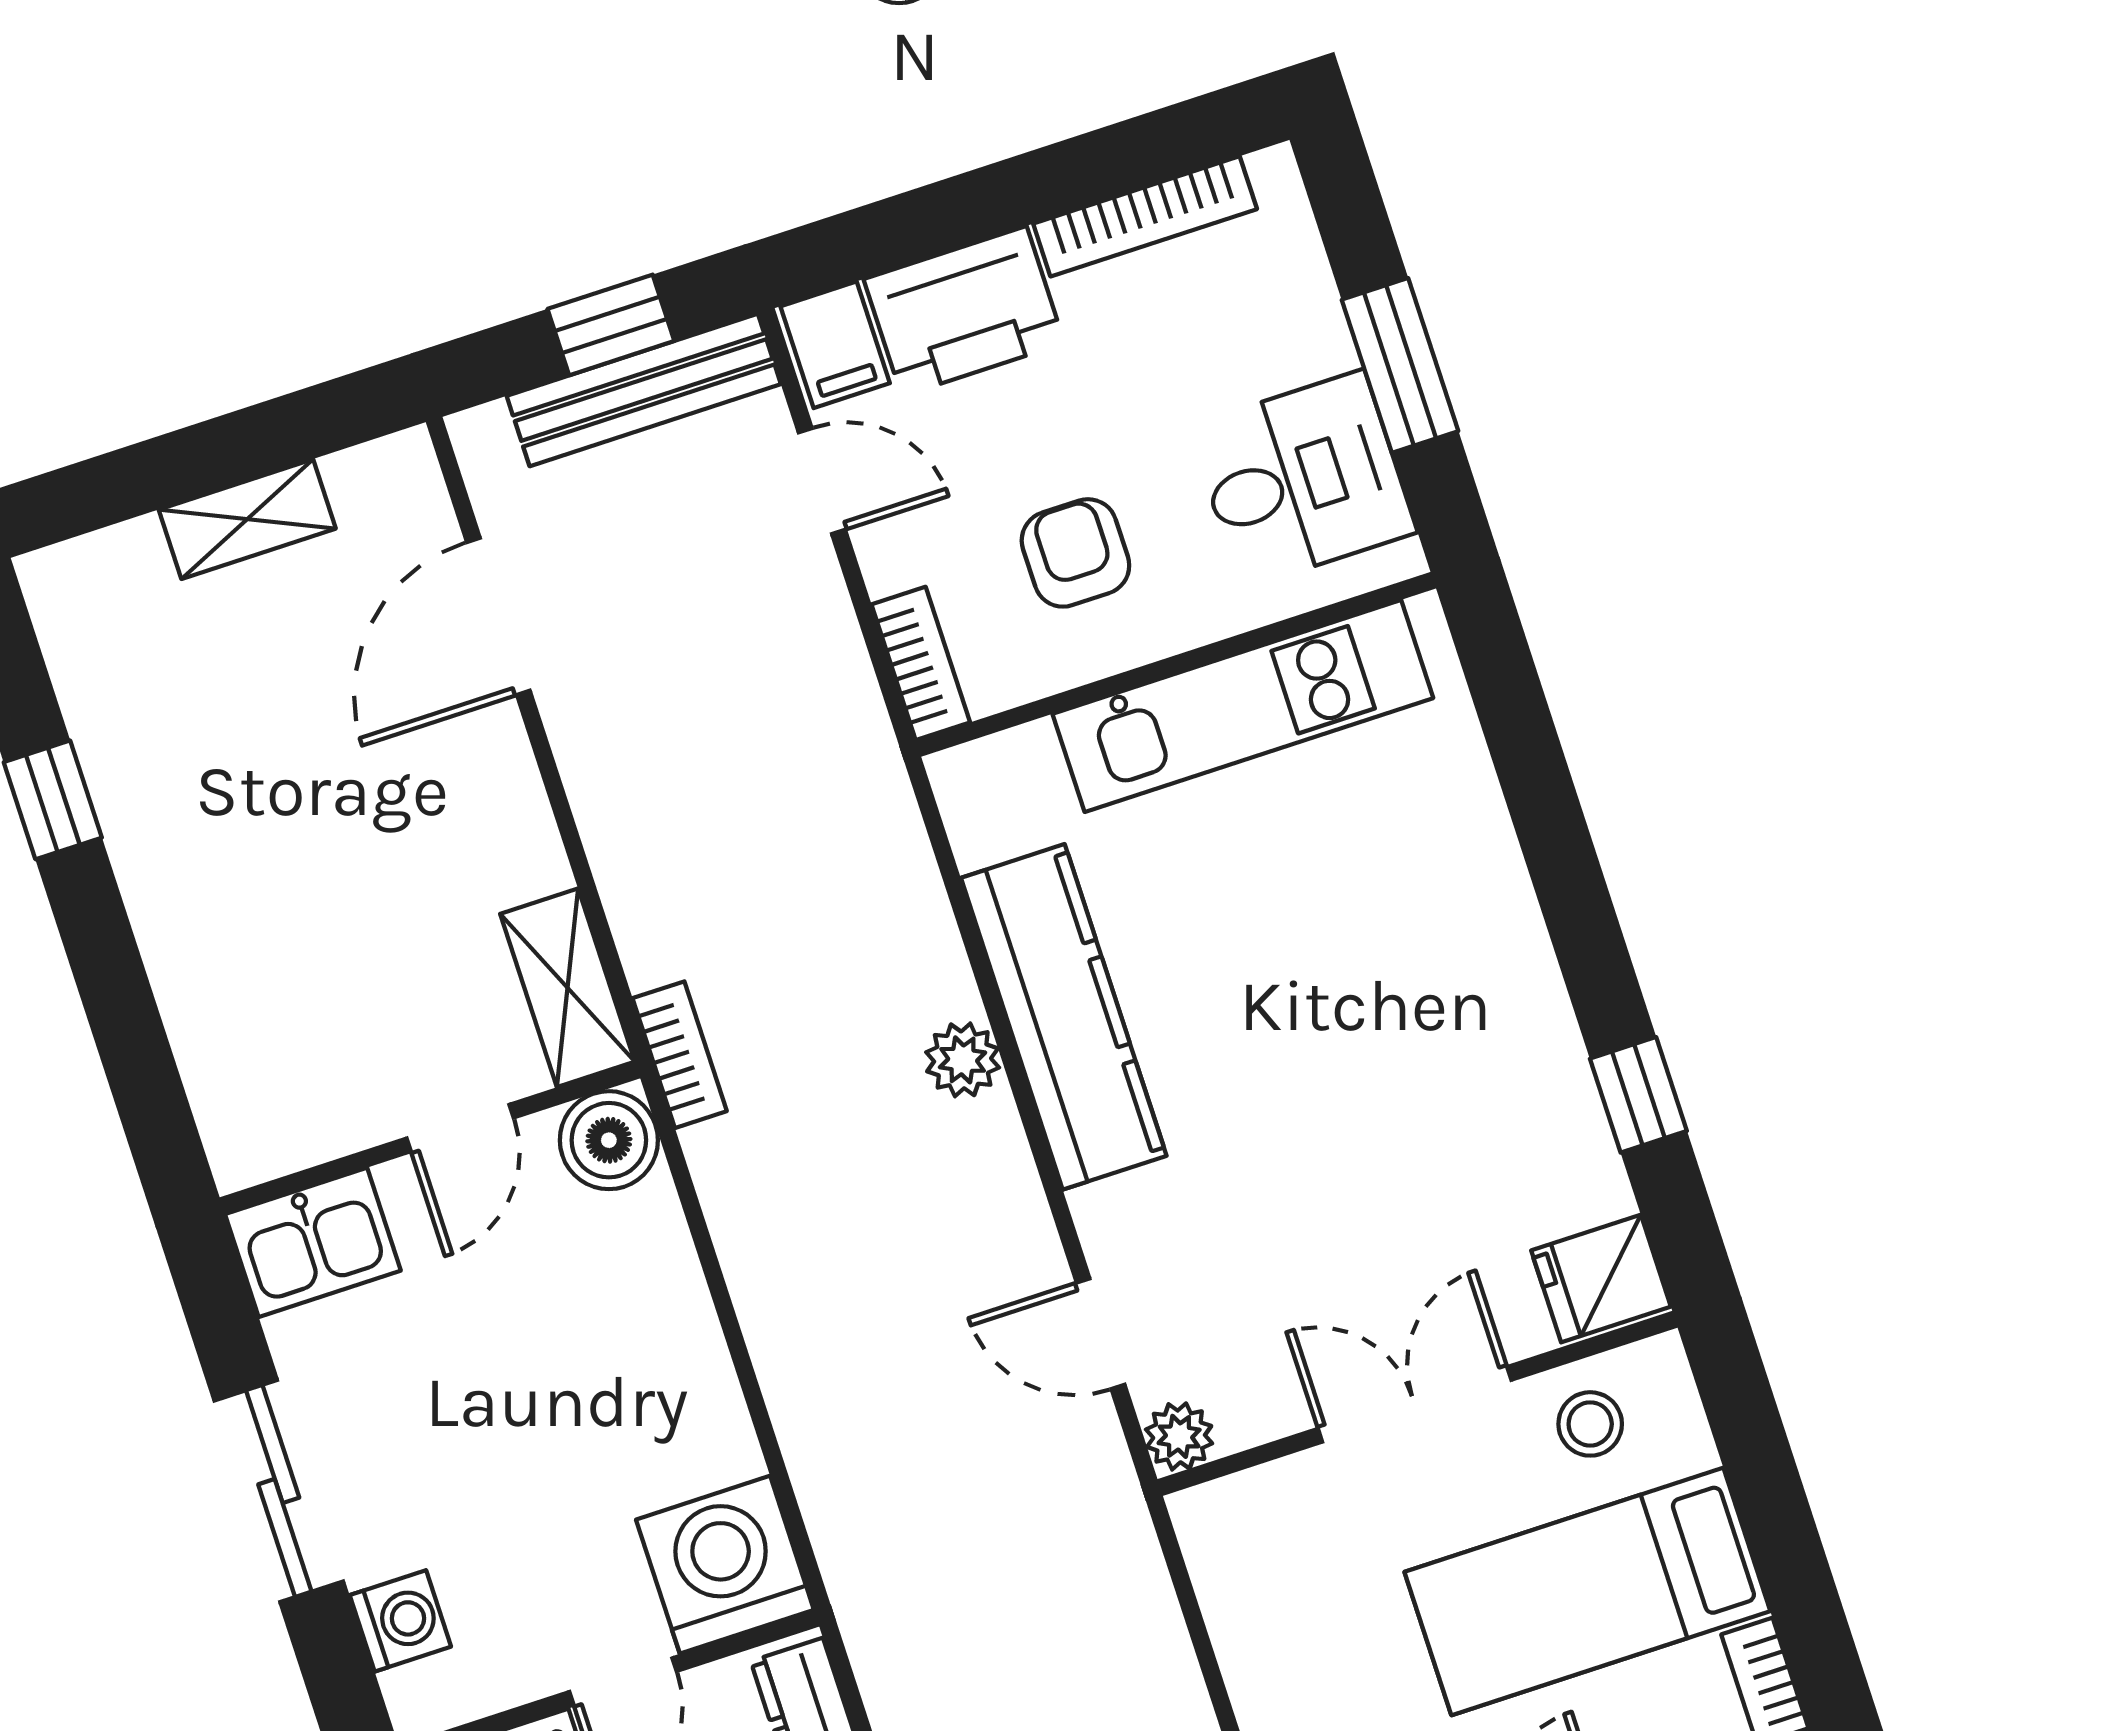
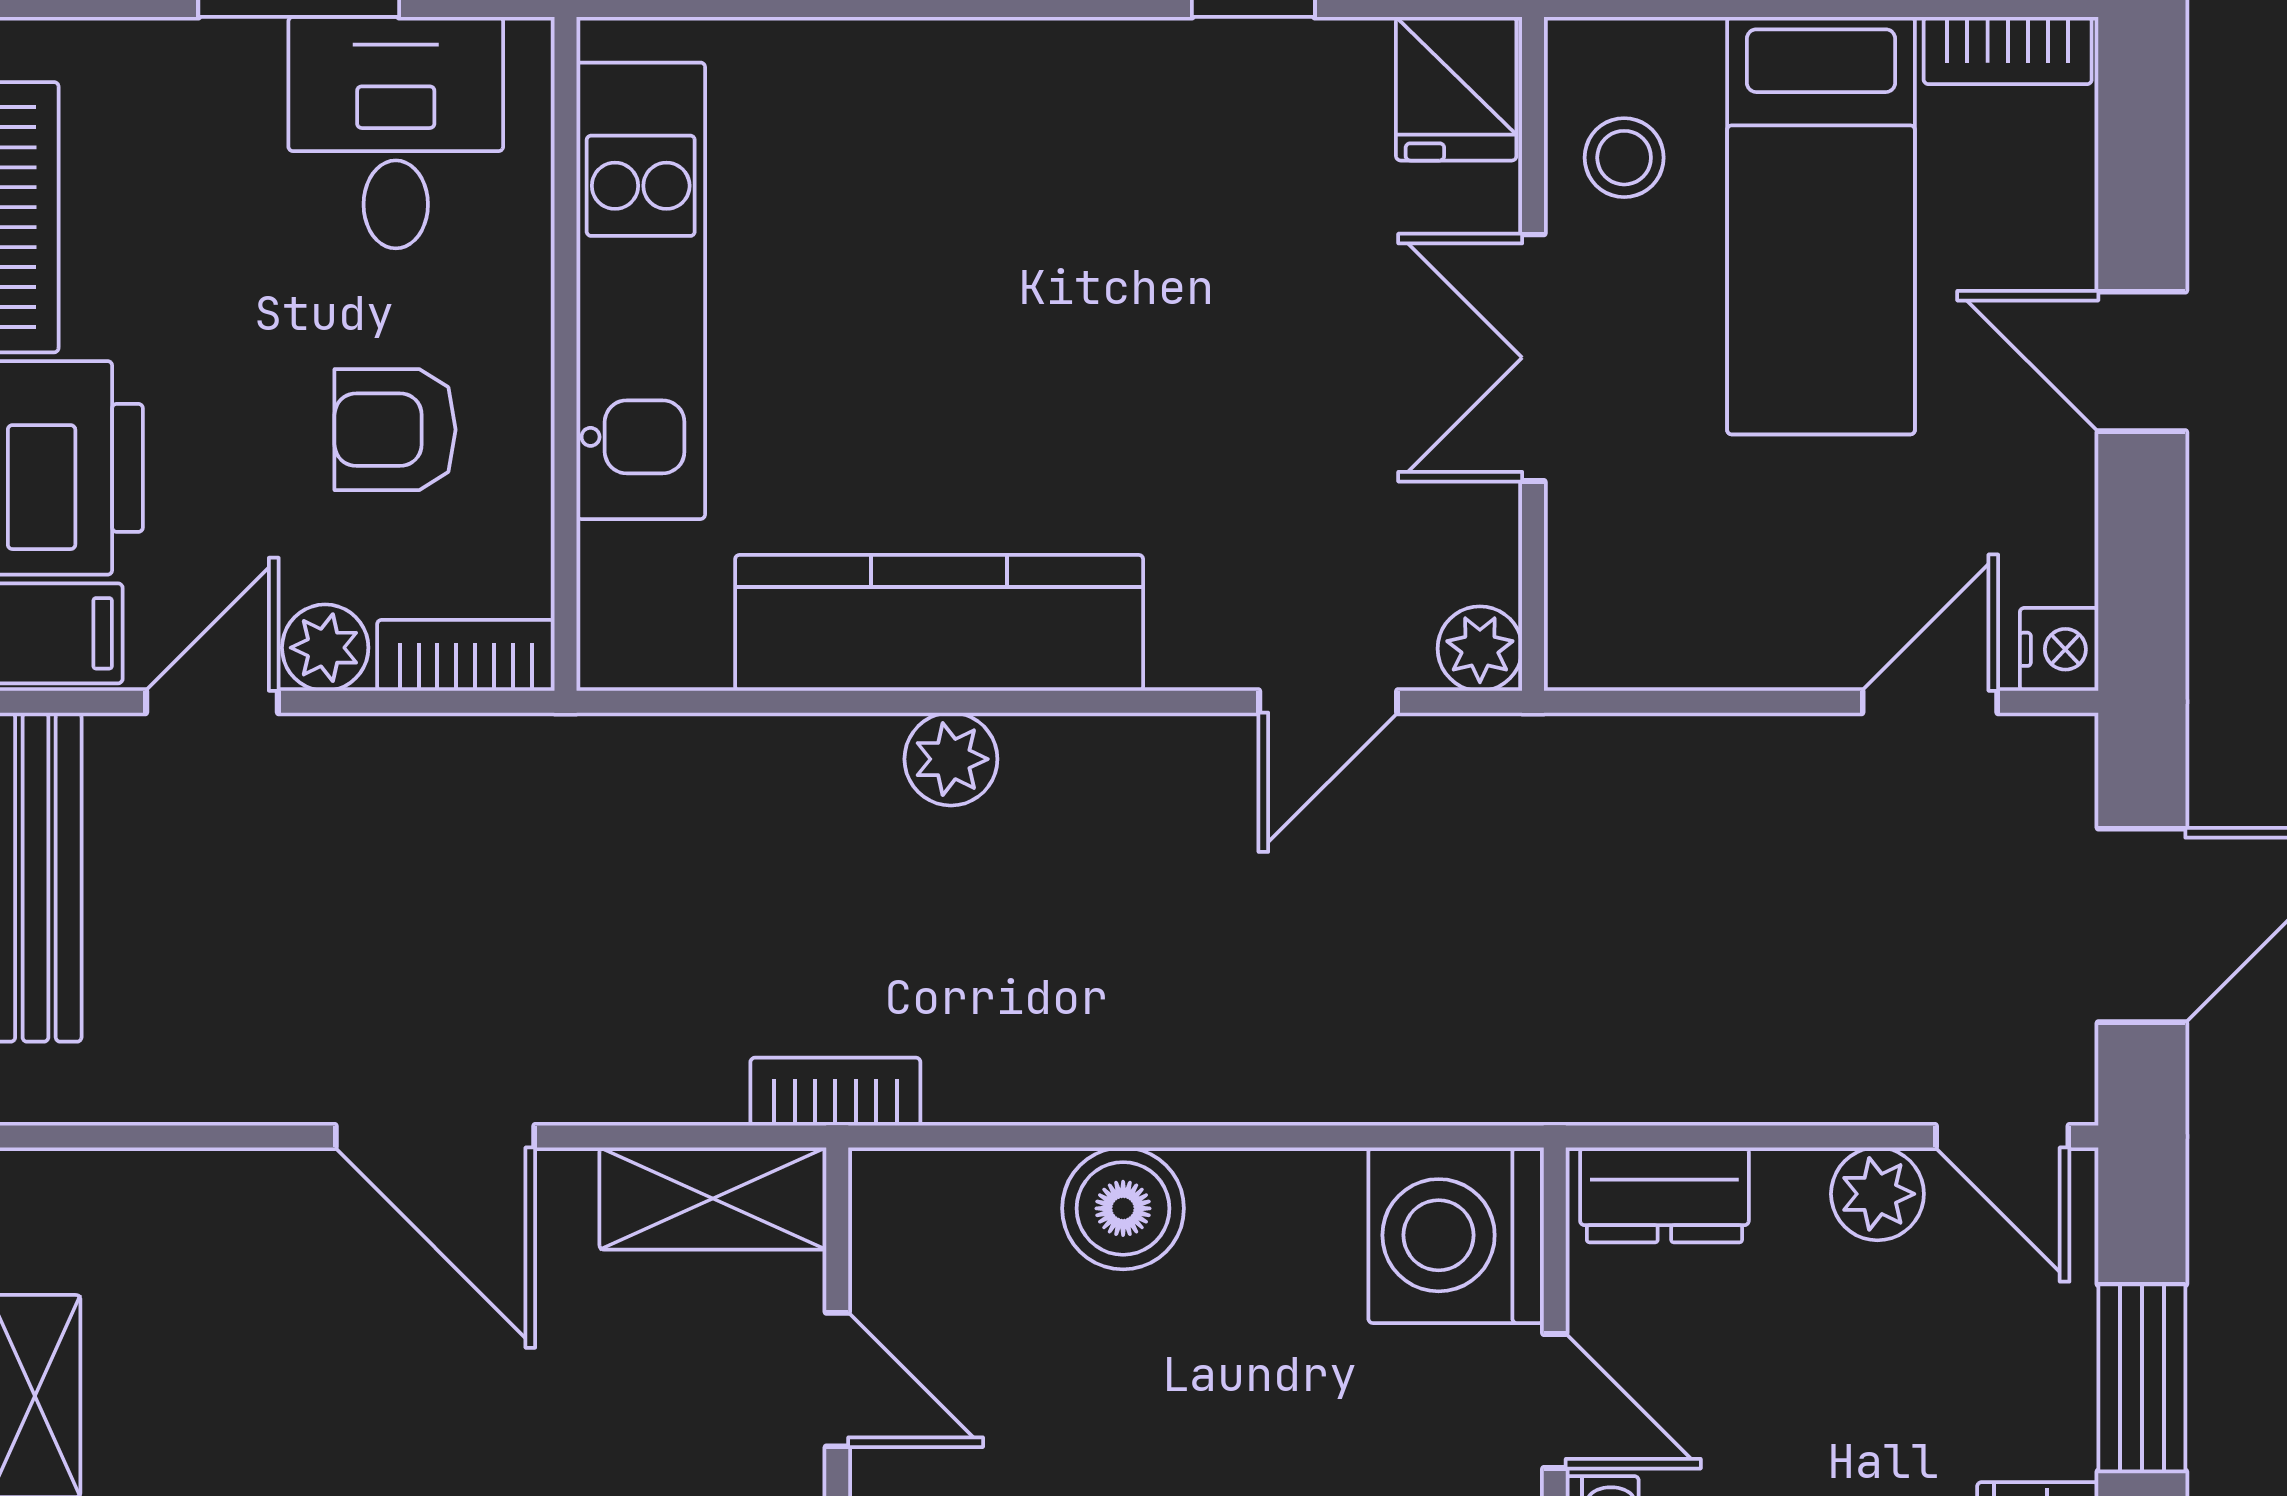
plant: (891, 554) -> (325, 648), added
door: (498, 616) -> (435, 1137), moved
boiler: (609, 1140) -> (1123, 1208), moved

